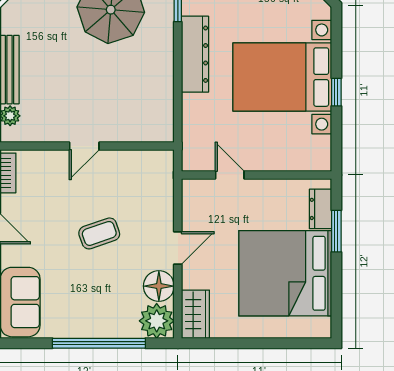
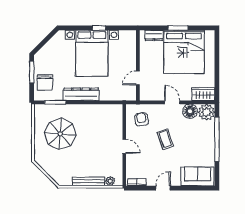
armchair: (141, 183) -> (142, 119), added
window: (336, 231) -> (178, 28), moved

